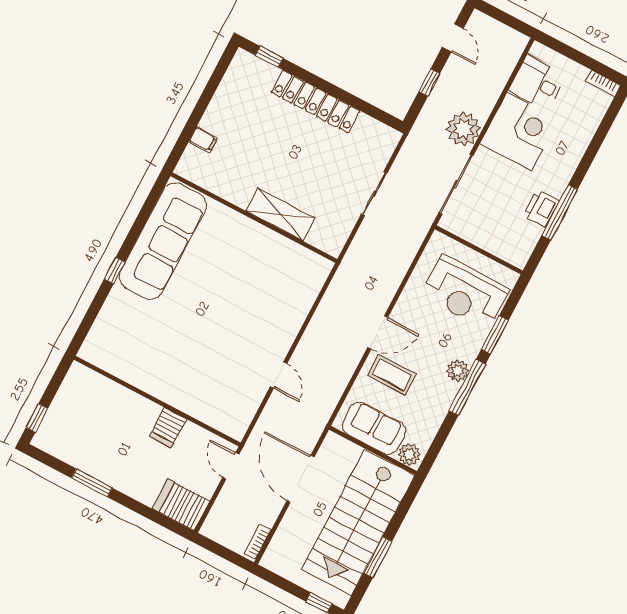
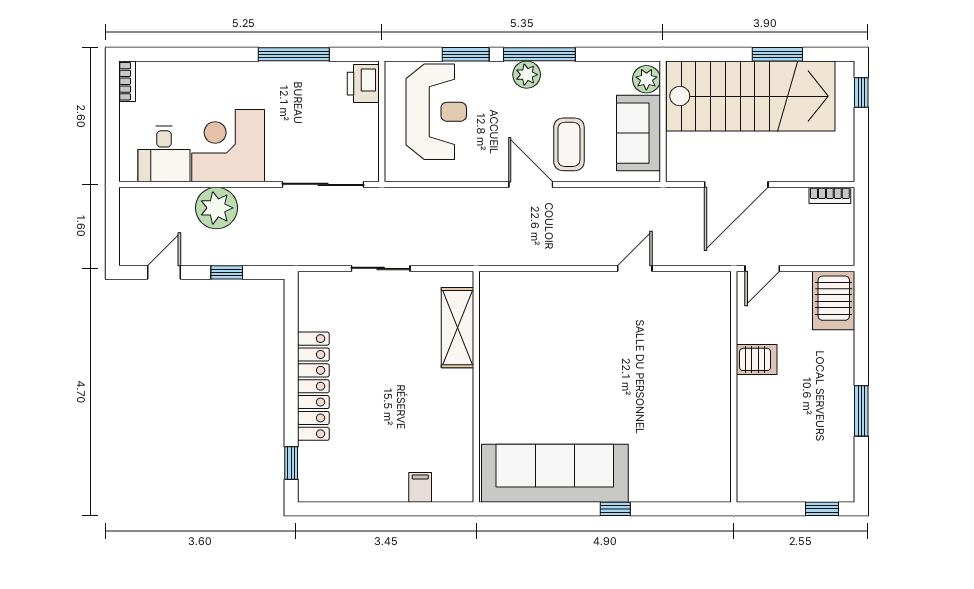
plant: (463, 129) -> (216, 208), moved
printer: (541, 209) -> (363, 84), moved, turned 90
shelving: (280, 214) -> (458, 328), moved

